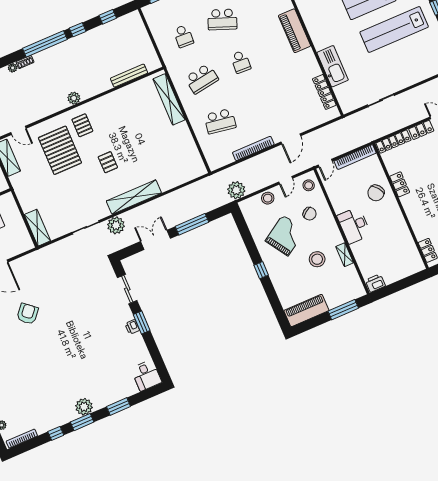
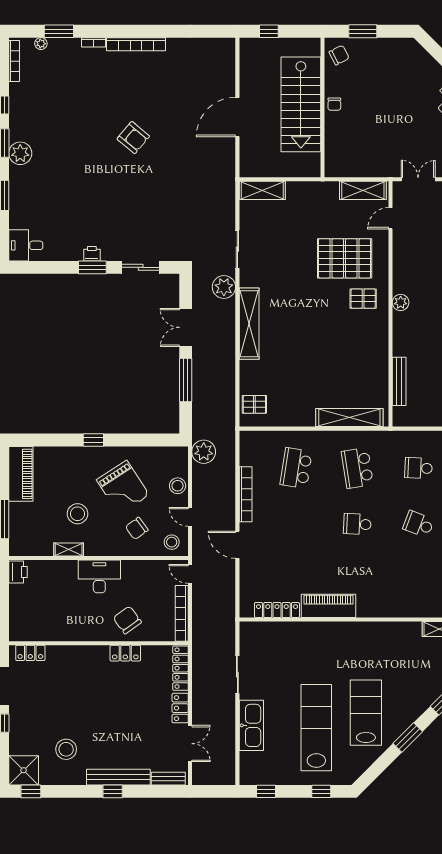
school desk: (222, 19) -> (419, 524), width x0.54
piano: (295, 31) -> (328, 606), moved
kitchen sink: (333, 66) -> (251, 725), moved, turned -90
pallet: (108, 162) -> (254, 404), moved
double door: (155, 240) -> (186, 327), swing flipped
armchair: (28, 314) -> (133, 138), moved

